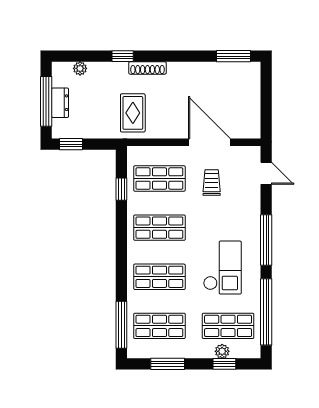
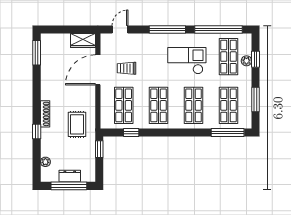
rug: (133, 113) -> (77, 124), turned 90
wardrobe: (251, 121) -> (83, 41), added
window: (71, 144) -> (99, 149), moved

